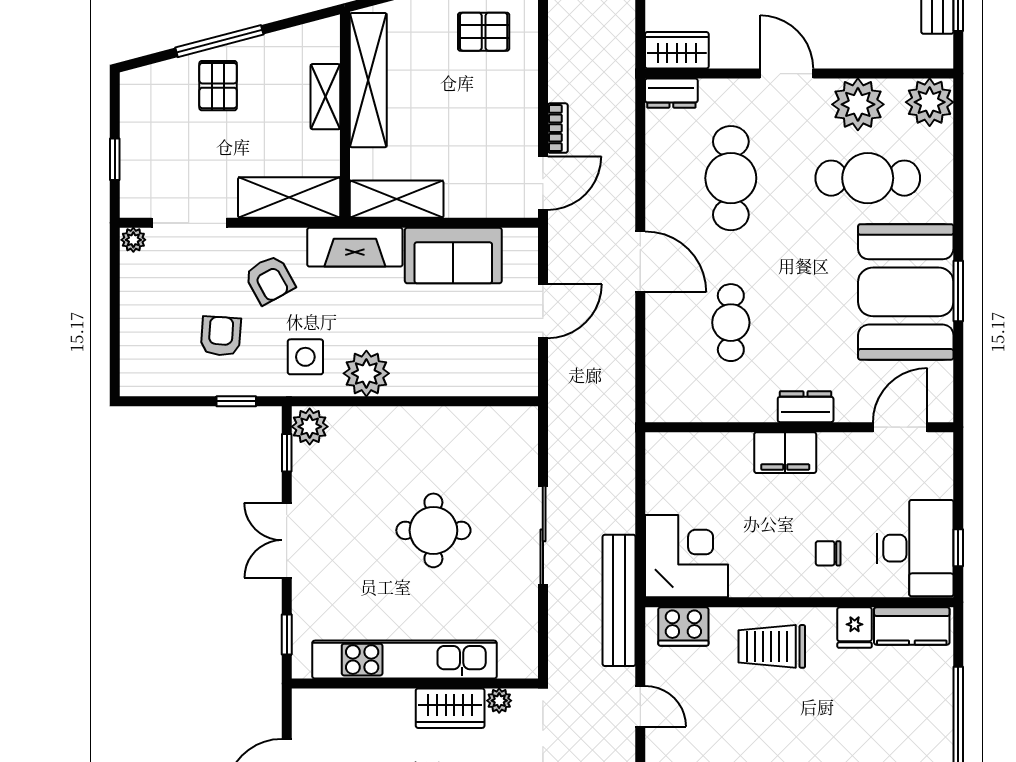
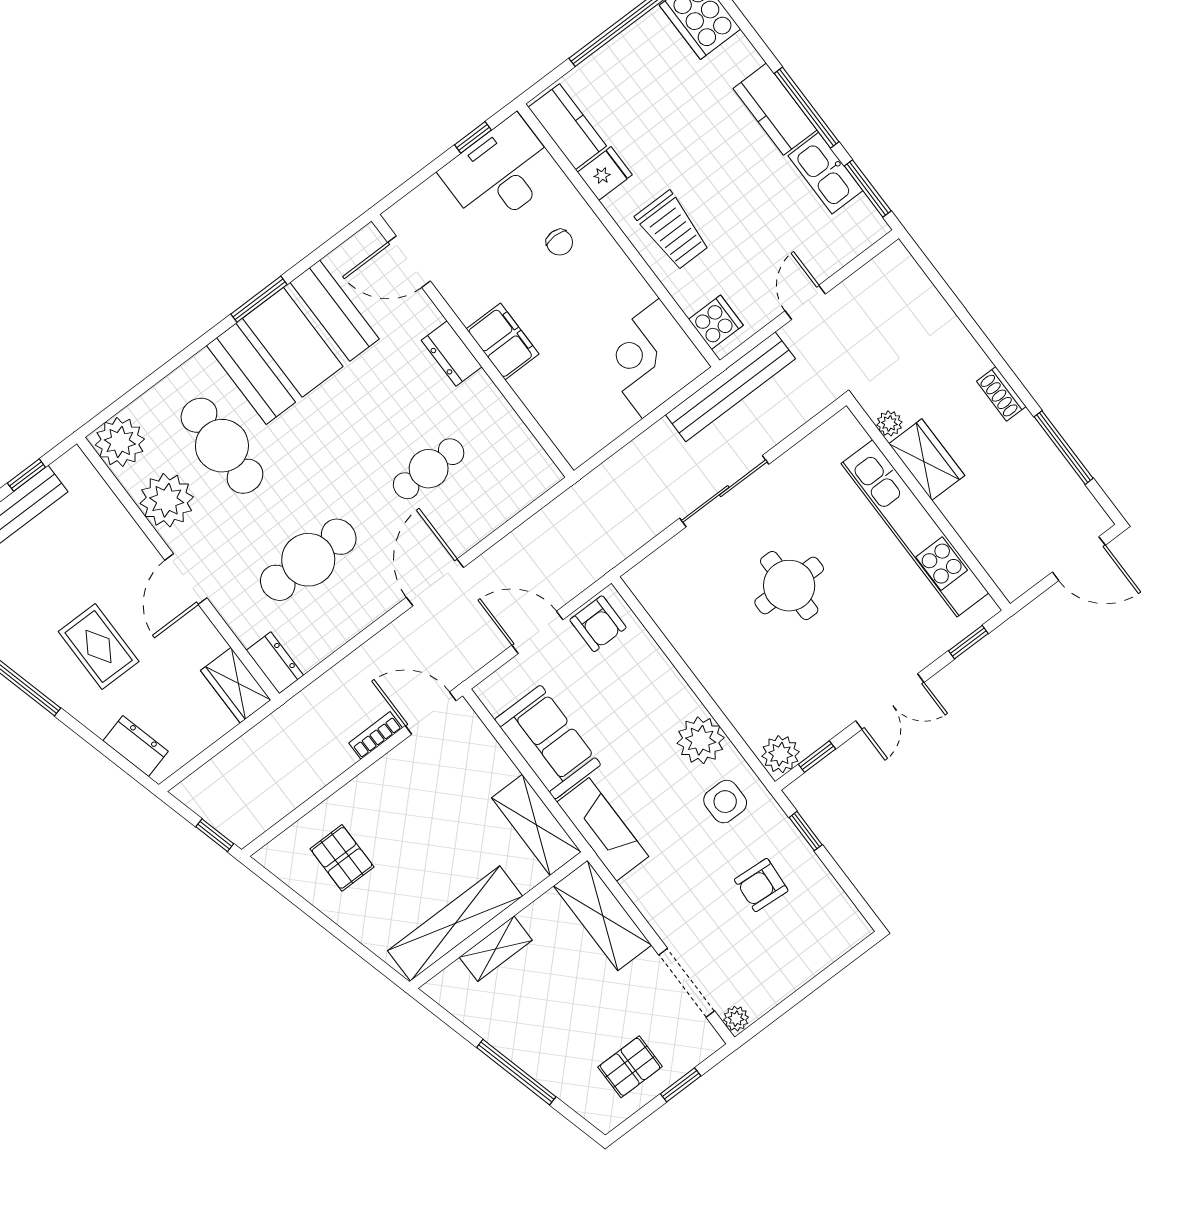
pallet: (218, 86) -> (630, 1067), moved
armchair: (270, 280) -> (598, 624), moved, turned 119
cooker: (683, 626) -> (716, 322), width x0.73

